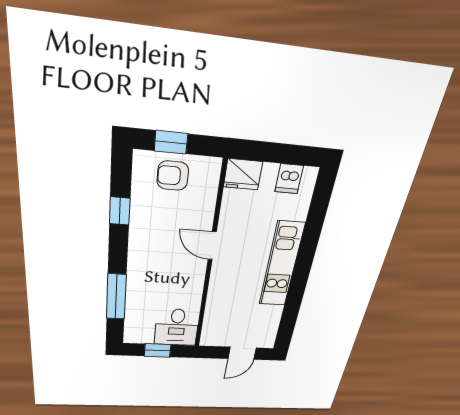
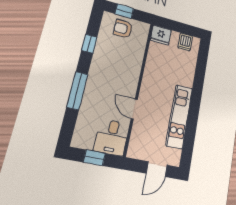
door: (212, 246) -> (134, 109), moved
kitchen unit: (281, 265) -> (179, 116), moved
window: (116, 297) -> (77, 91), moved

